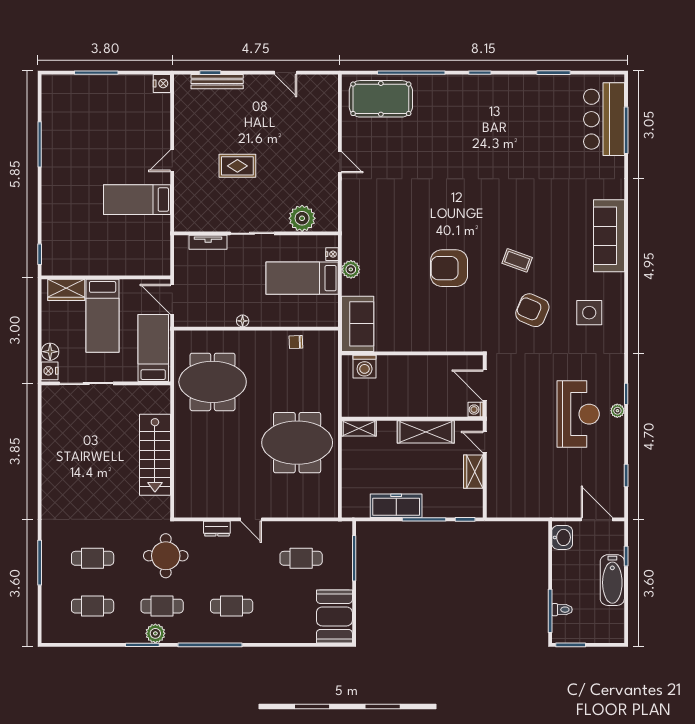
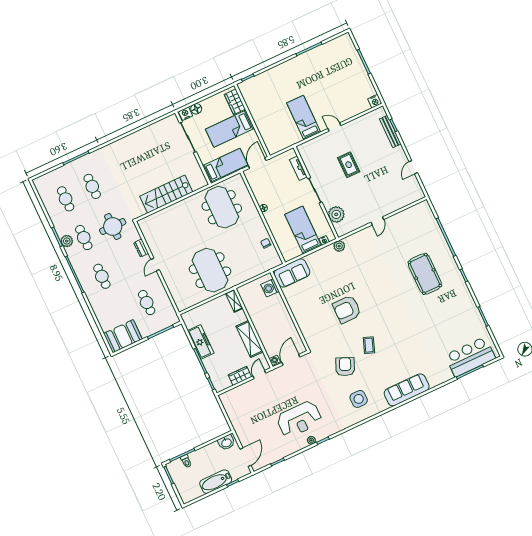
pool table: (381, 99) -> (425, 274), moved
armchair: (449, 268) -> (347, 309), turned -90
plant: (351, 269) -> (339, 246), moved

